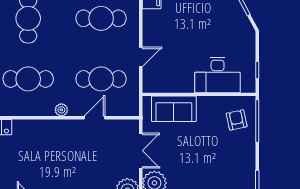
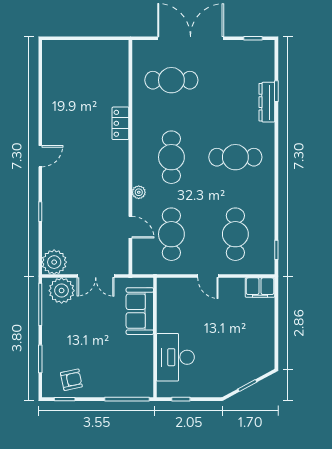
door: (141, 57) -> (208, 276), moved
armchair: (237, 120) -> (71, 380), moved

